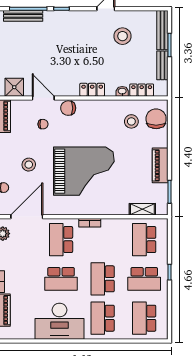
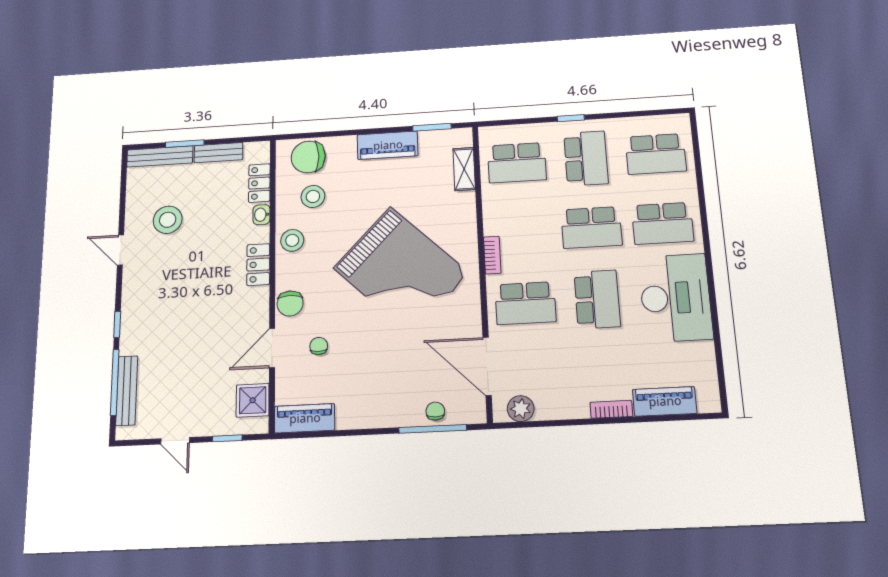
stool: (29, 165) -> (292, 240), moved
grand piano: (84, 171) -> (401, 270), turned 134

